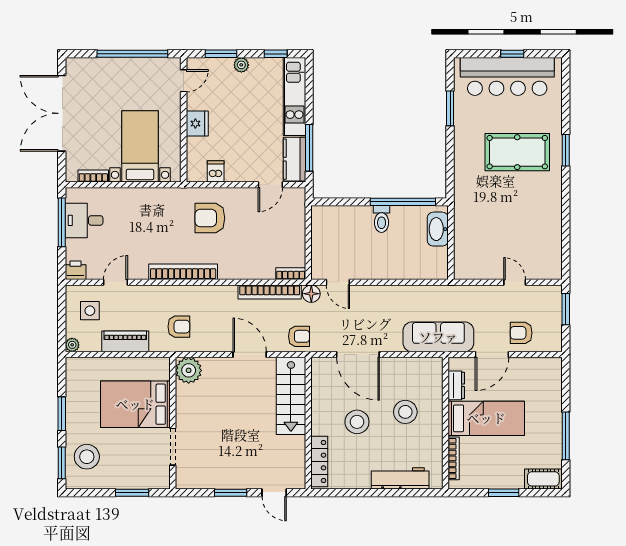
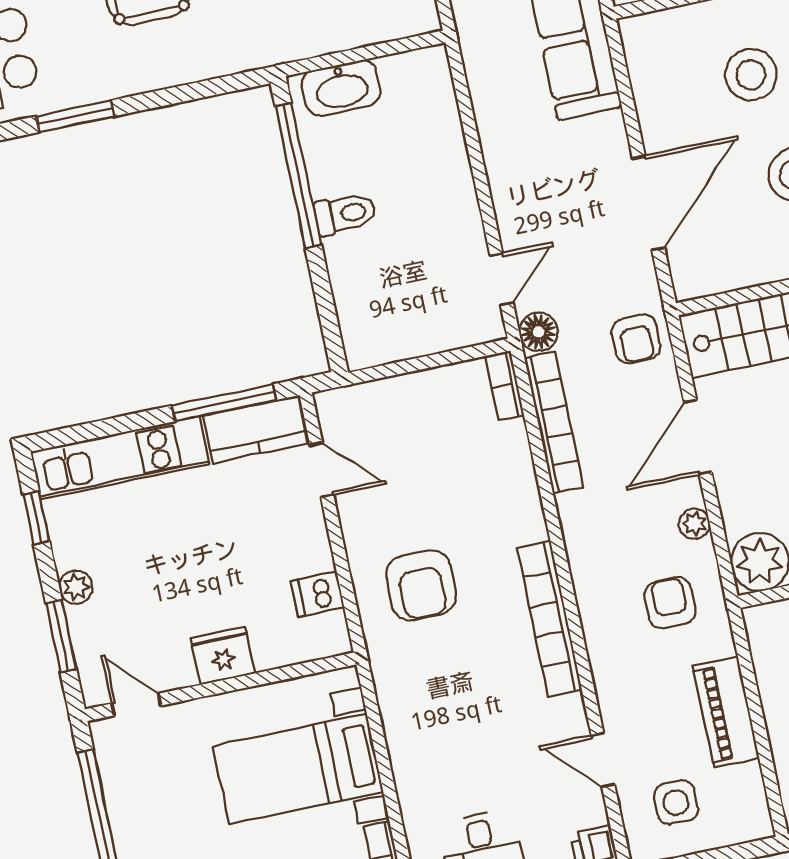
armchair: (299, 336) -> (636, 339), turned 180
plant: (72, 345) -> (694, 524), moved

